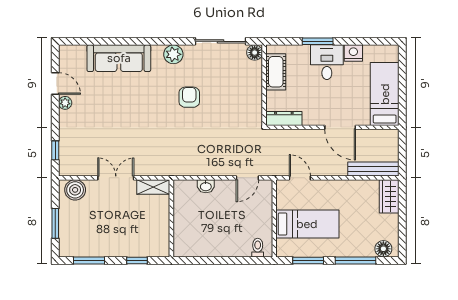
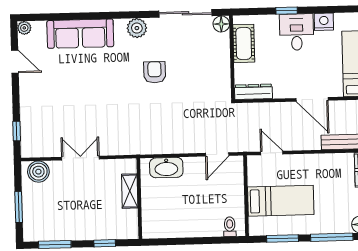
window: (318, 41) -> (287, 11), width x0.67
plant: (65, 103) -> (24, 28), moved
washbasin: (206, 186) -> (166, 168), width x1.91, depth x1.45
shelving: (153, 187) -> (130, 191), moved, turned 90

